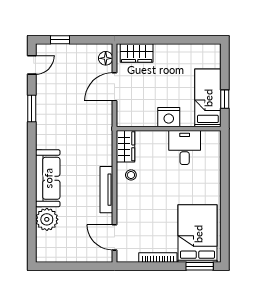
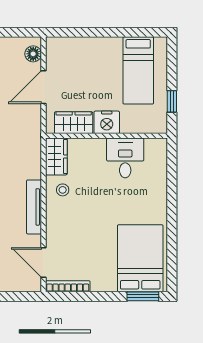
wardrobe: (137, 53) -> (74, 123), moved, turned 180
bed: (208, 98) -> (138, 70), moved, turned 180
bookcase: (158, 258) -> (68, 286), moved

